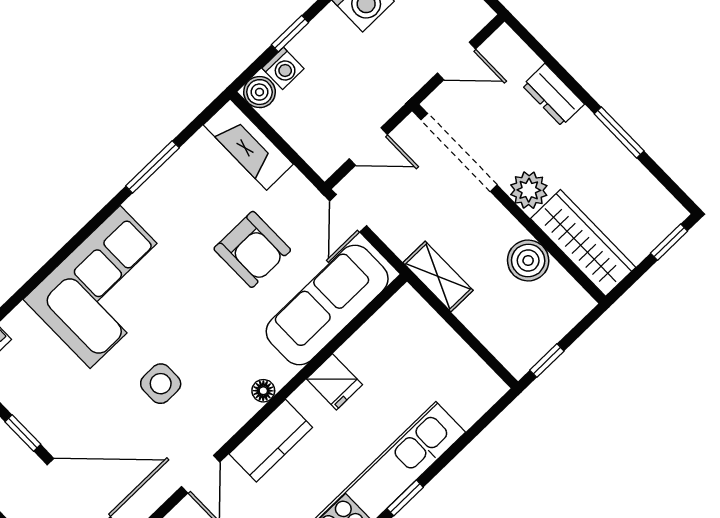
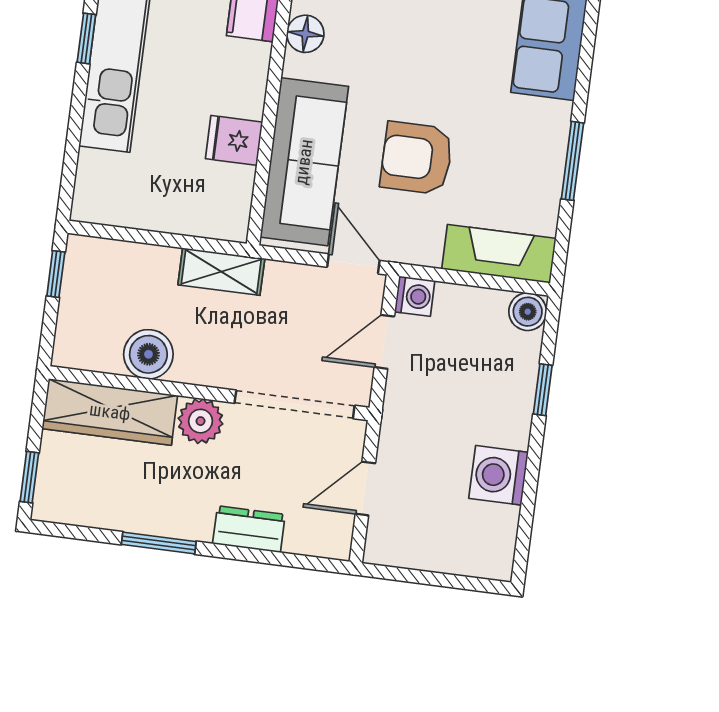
washing machine: (283, 68) -> (415, 296), moved, turned 180
fridge: (334, 382) -> (234, 140), moved
floor lamp: (263, 391) -> (305, 34), width x1.37, depth x1.37

